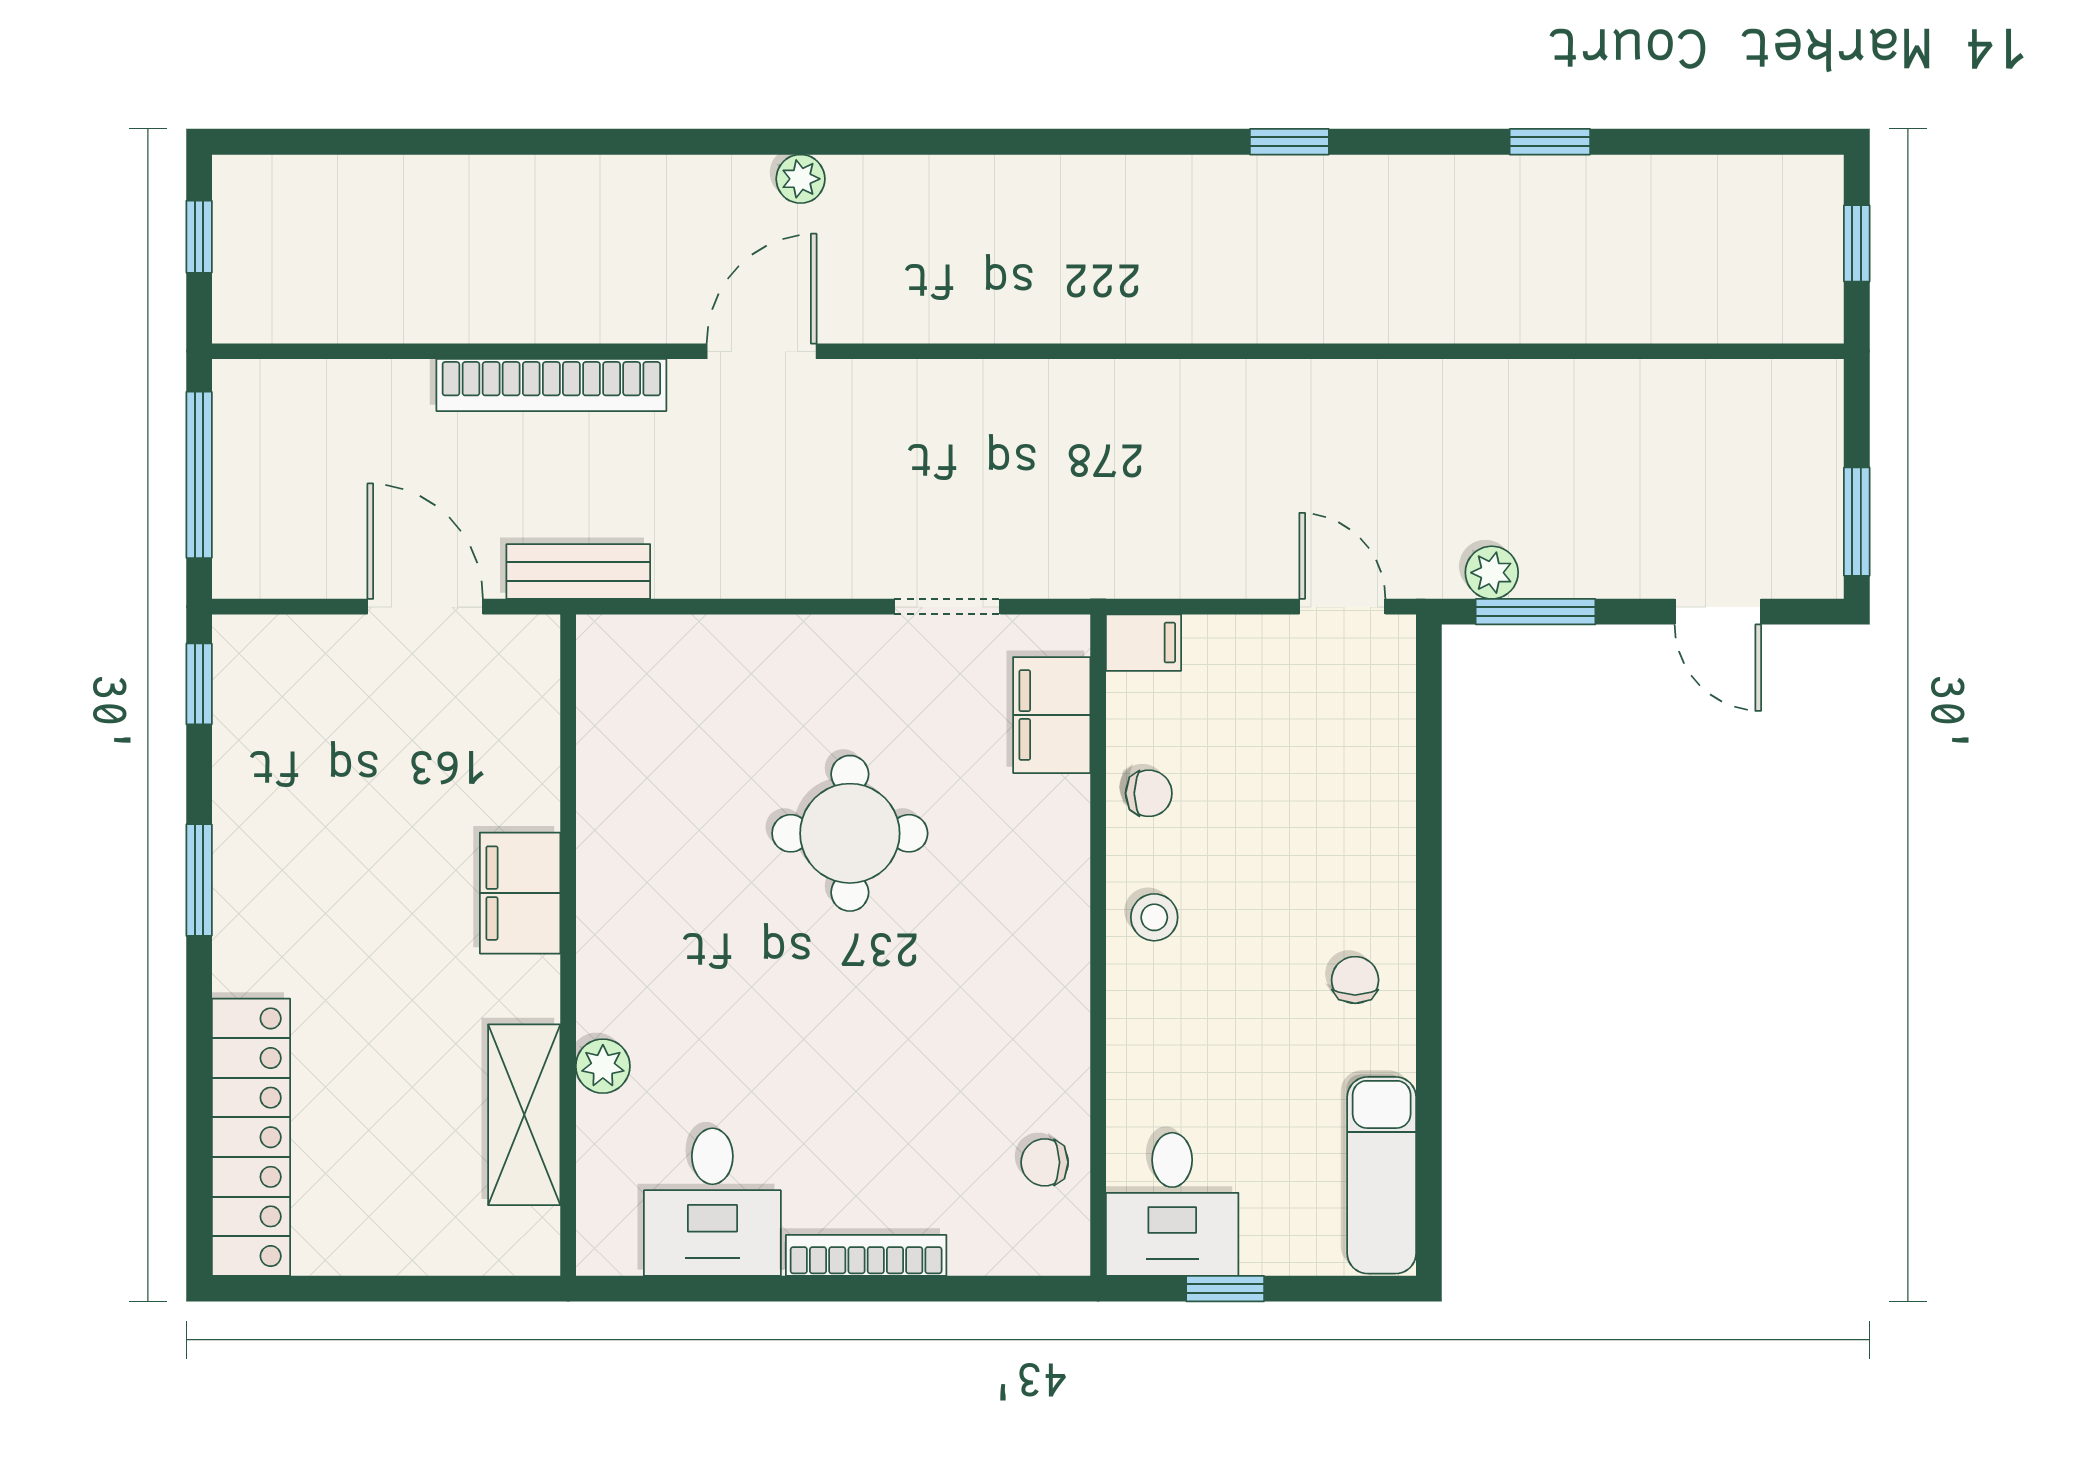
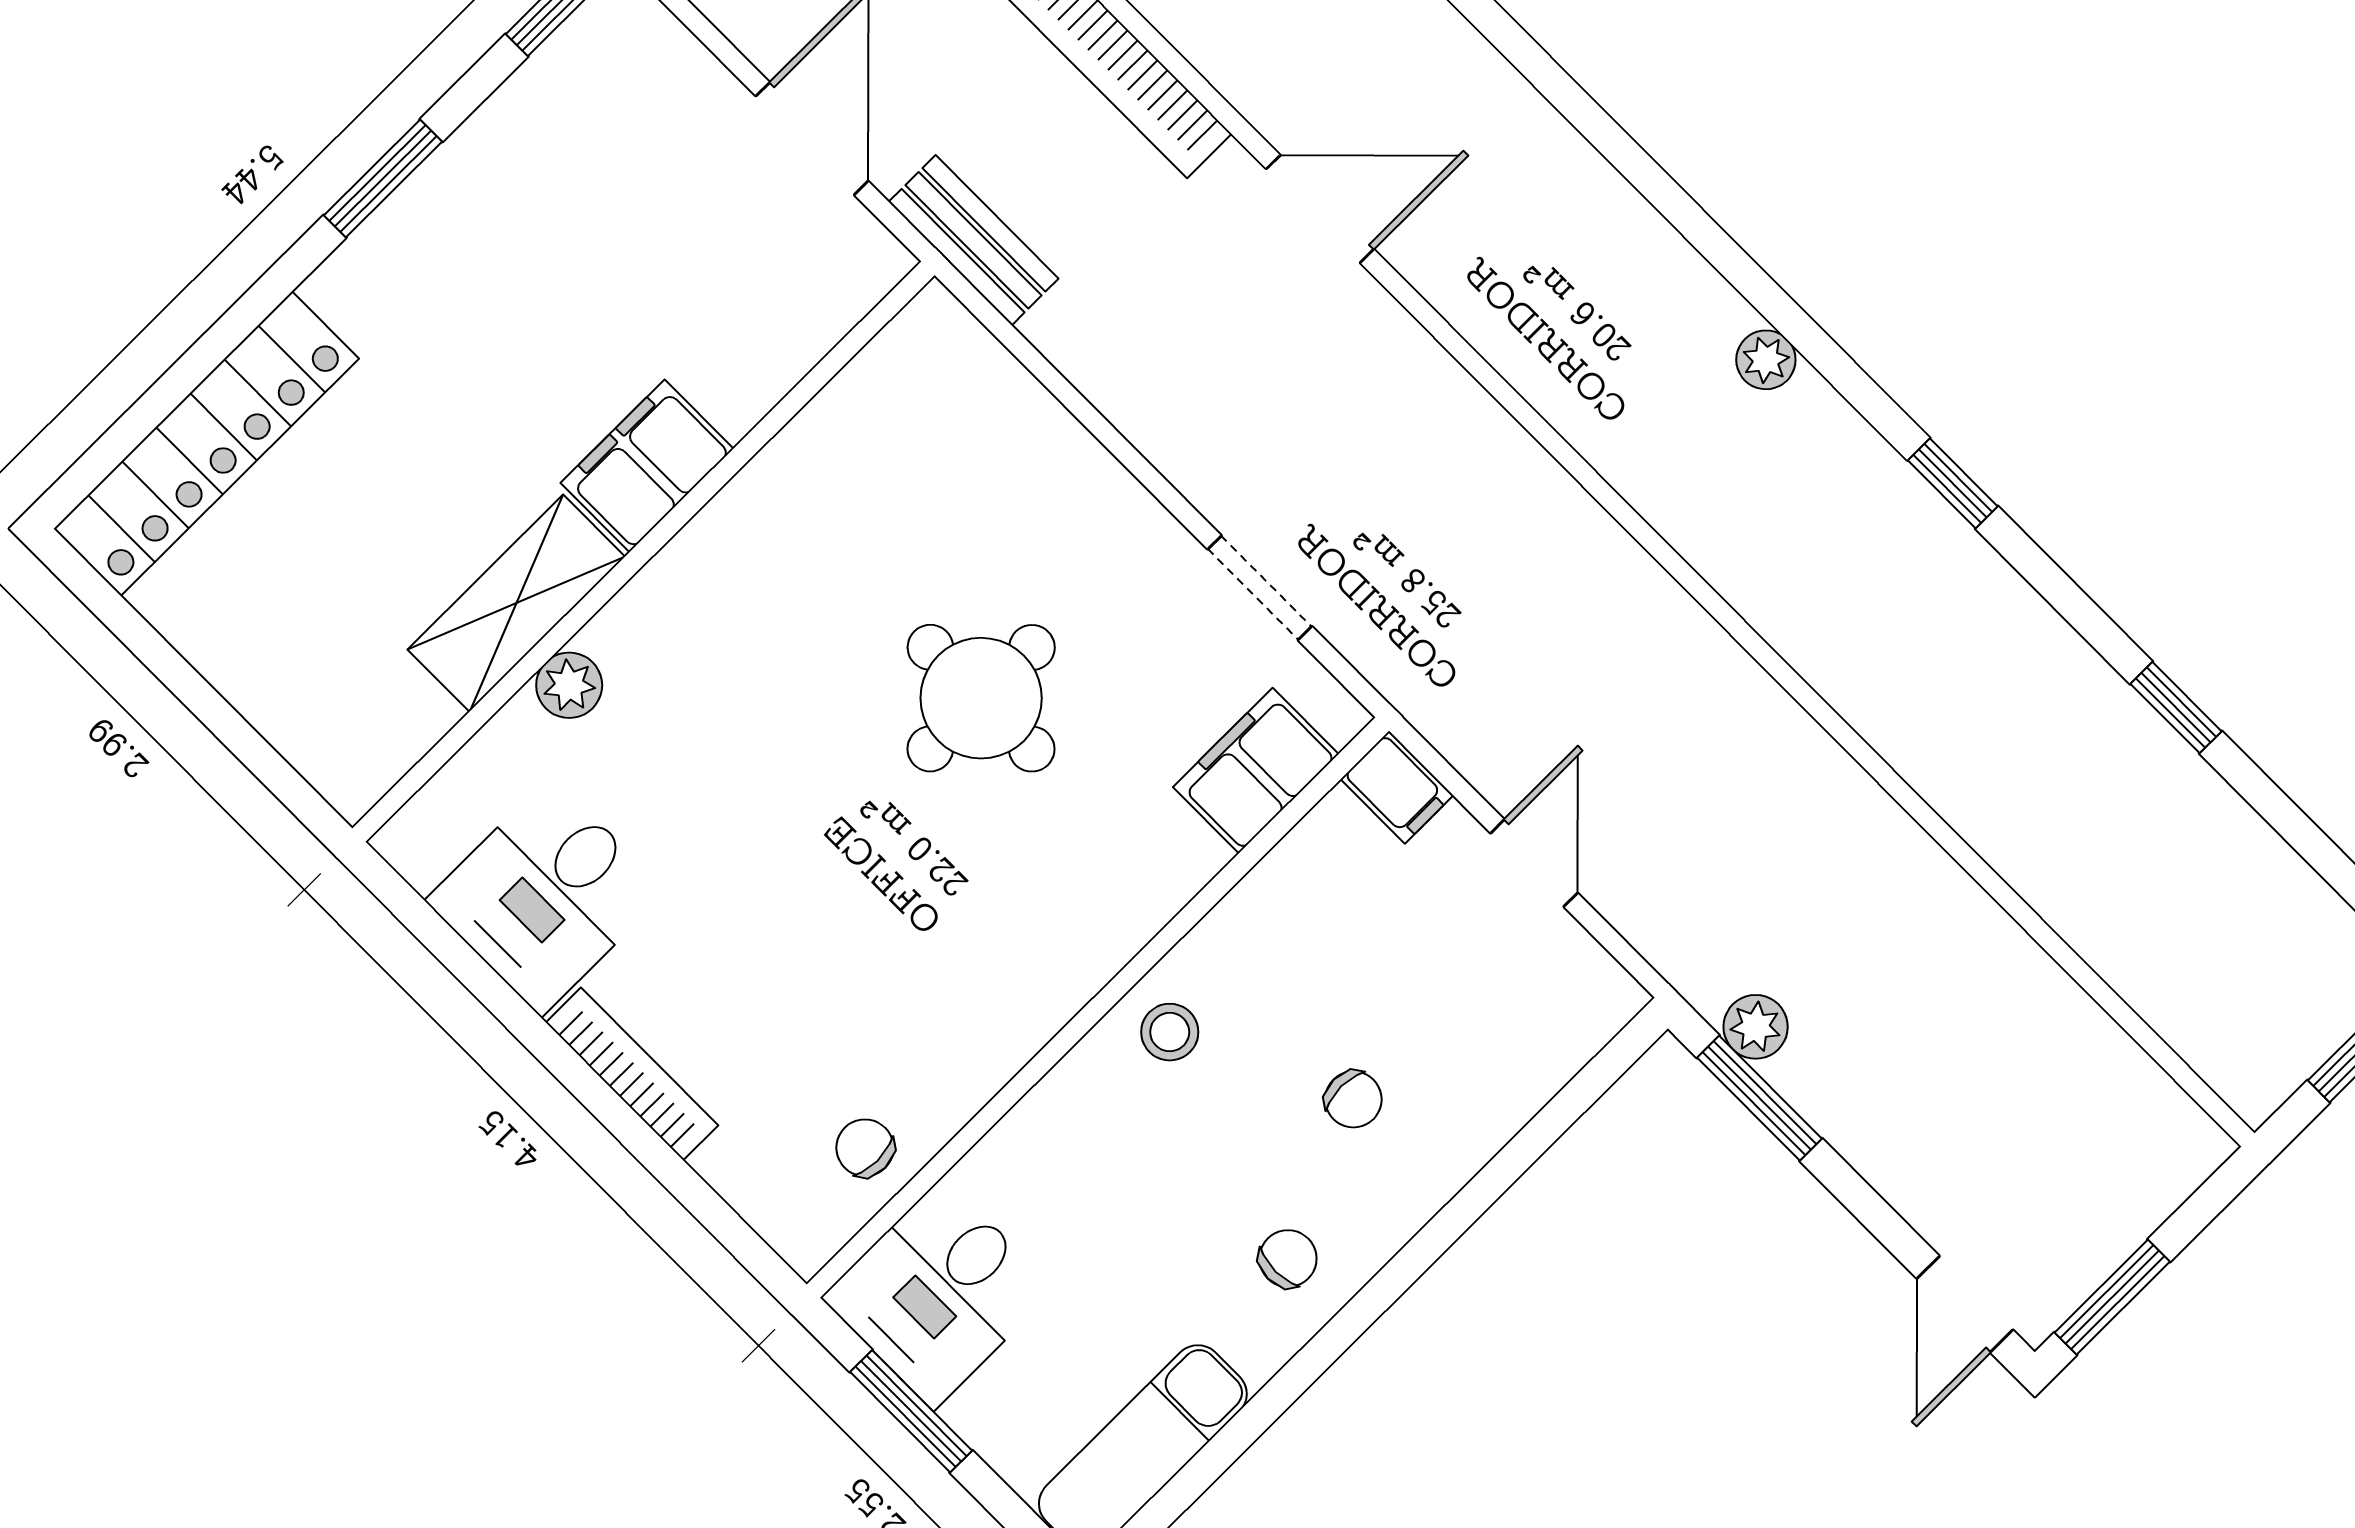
plant: (801, 179) -> (1766, 360), moved
door: (1342, 607) -> (1534, 863), moved
door: (1718, 612) -> (1965, 1304), moved
chair: (1149, 793) -> (1353, 1099), moved
shelving: (524, 1115) -> (516, 603), moved
window: (1225, 1289) -> (911, 1411), width x1.50

